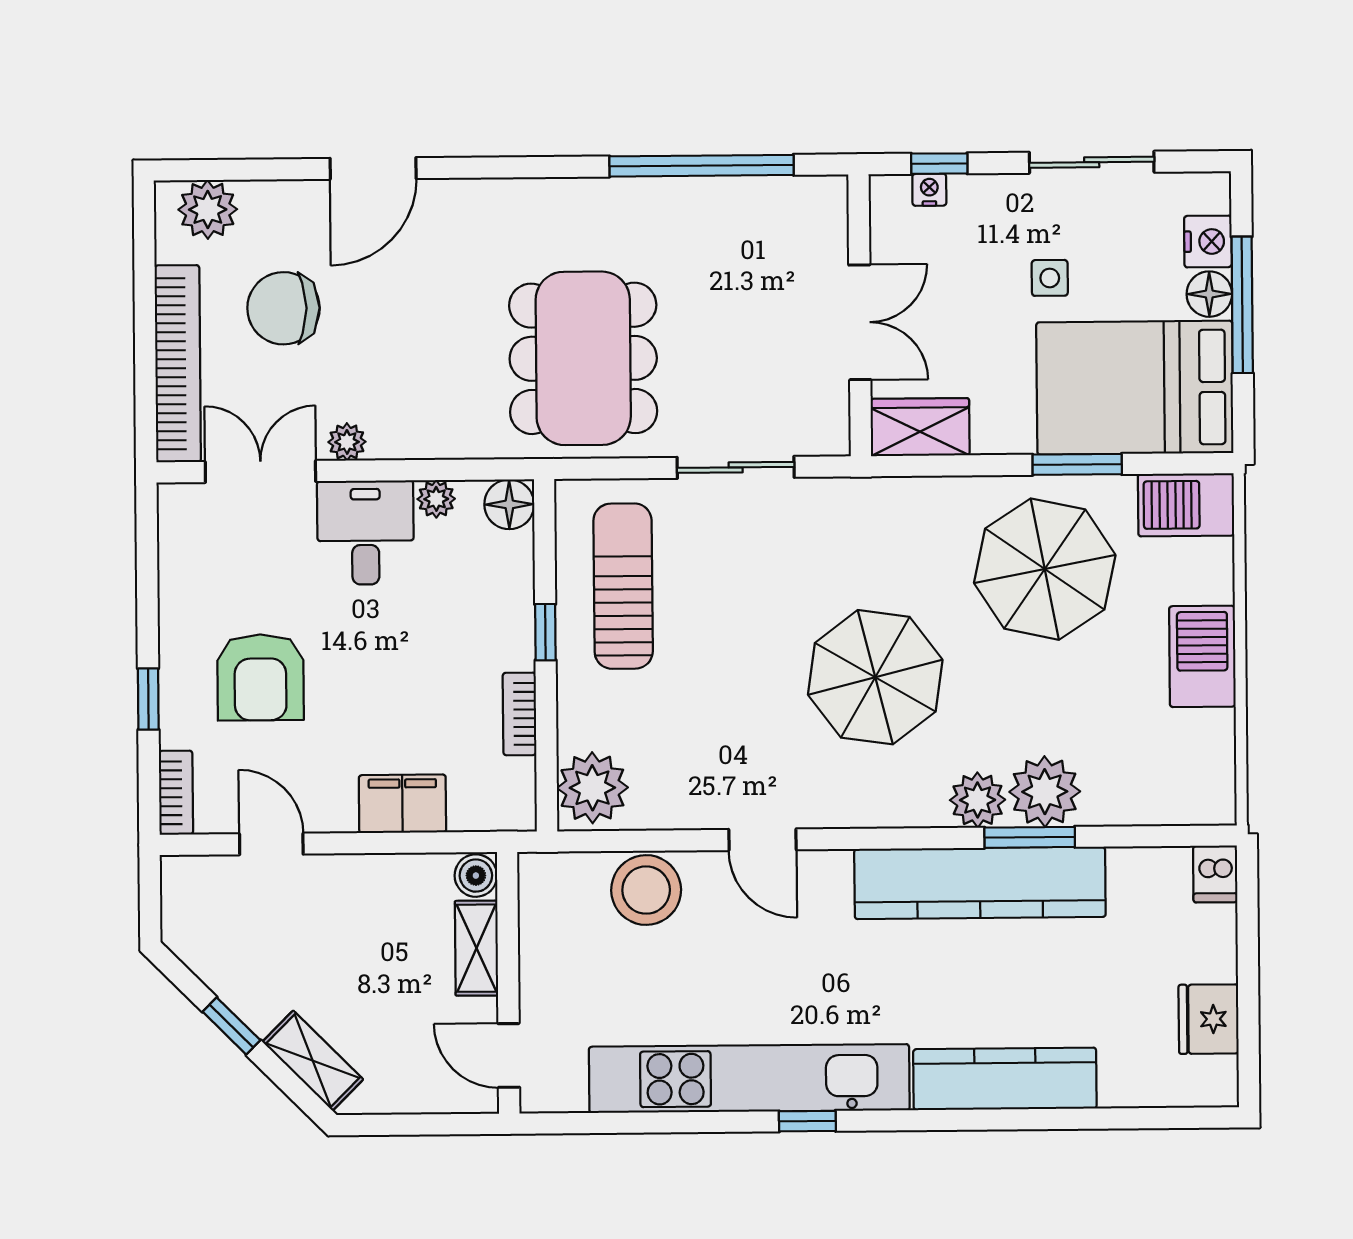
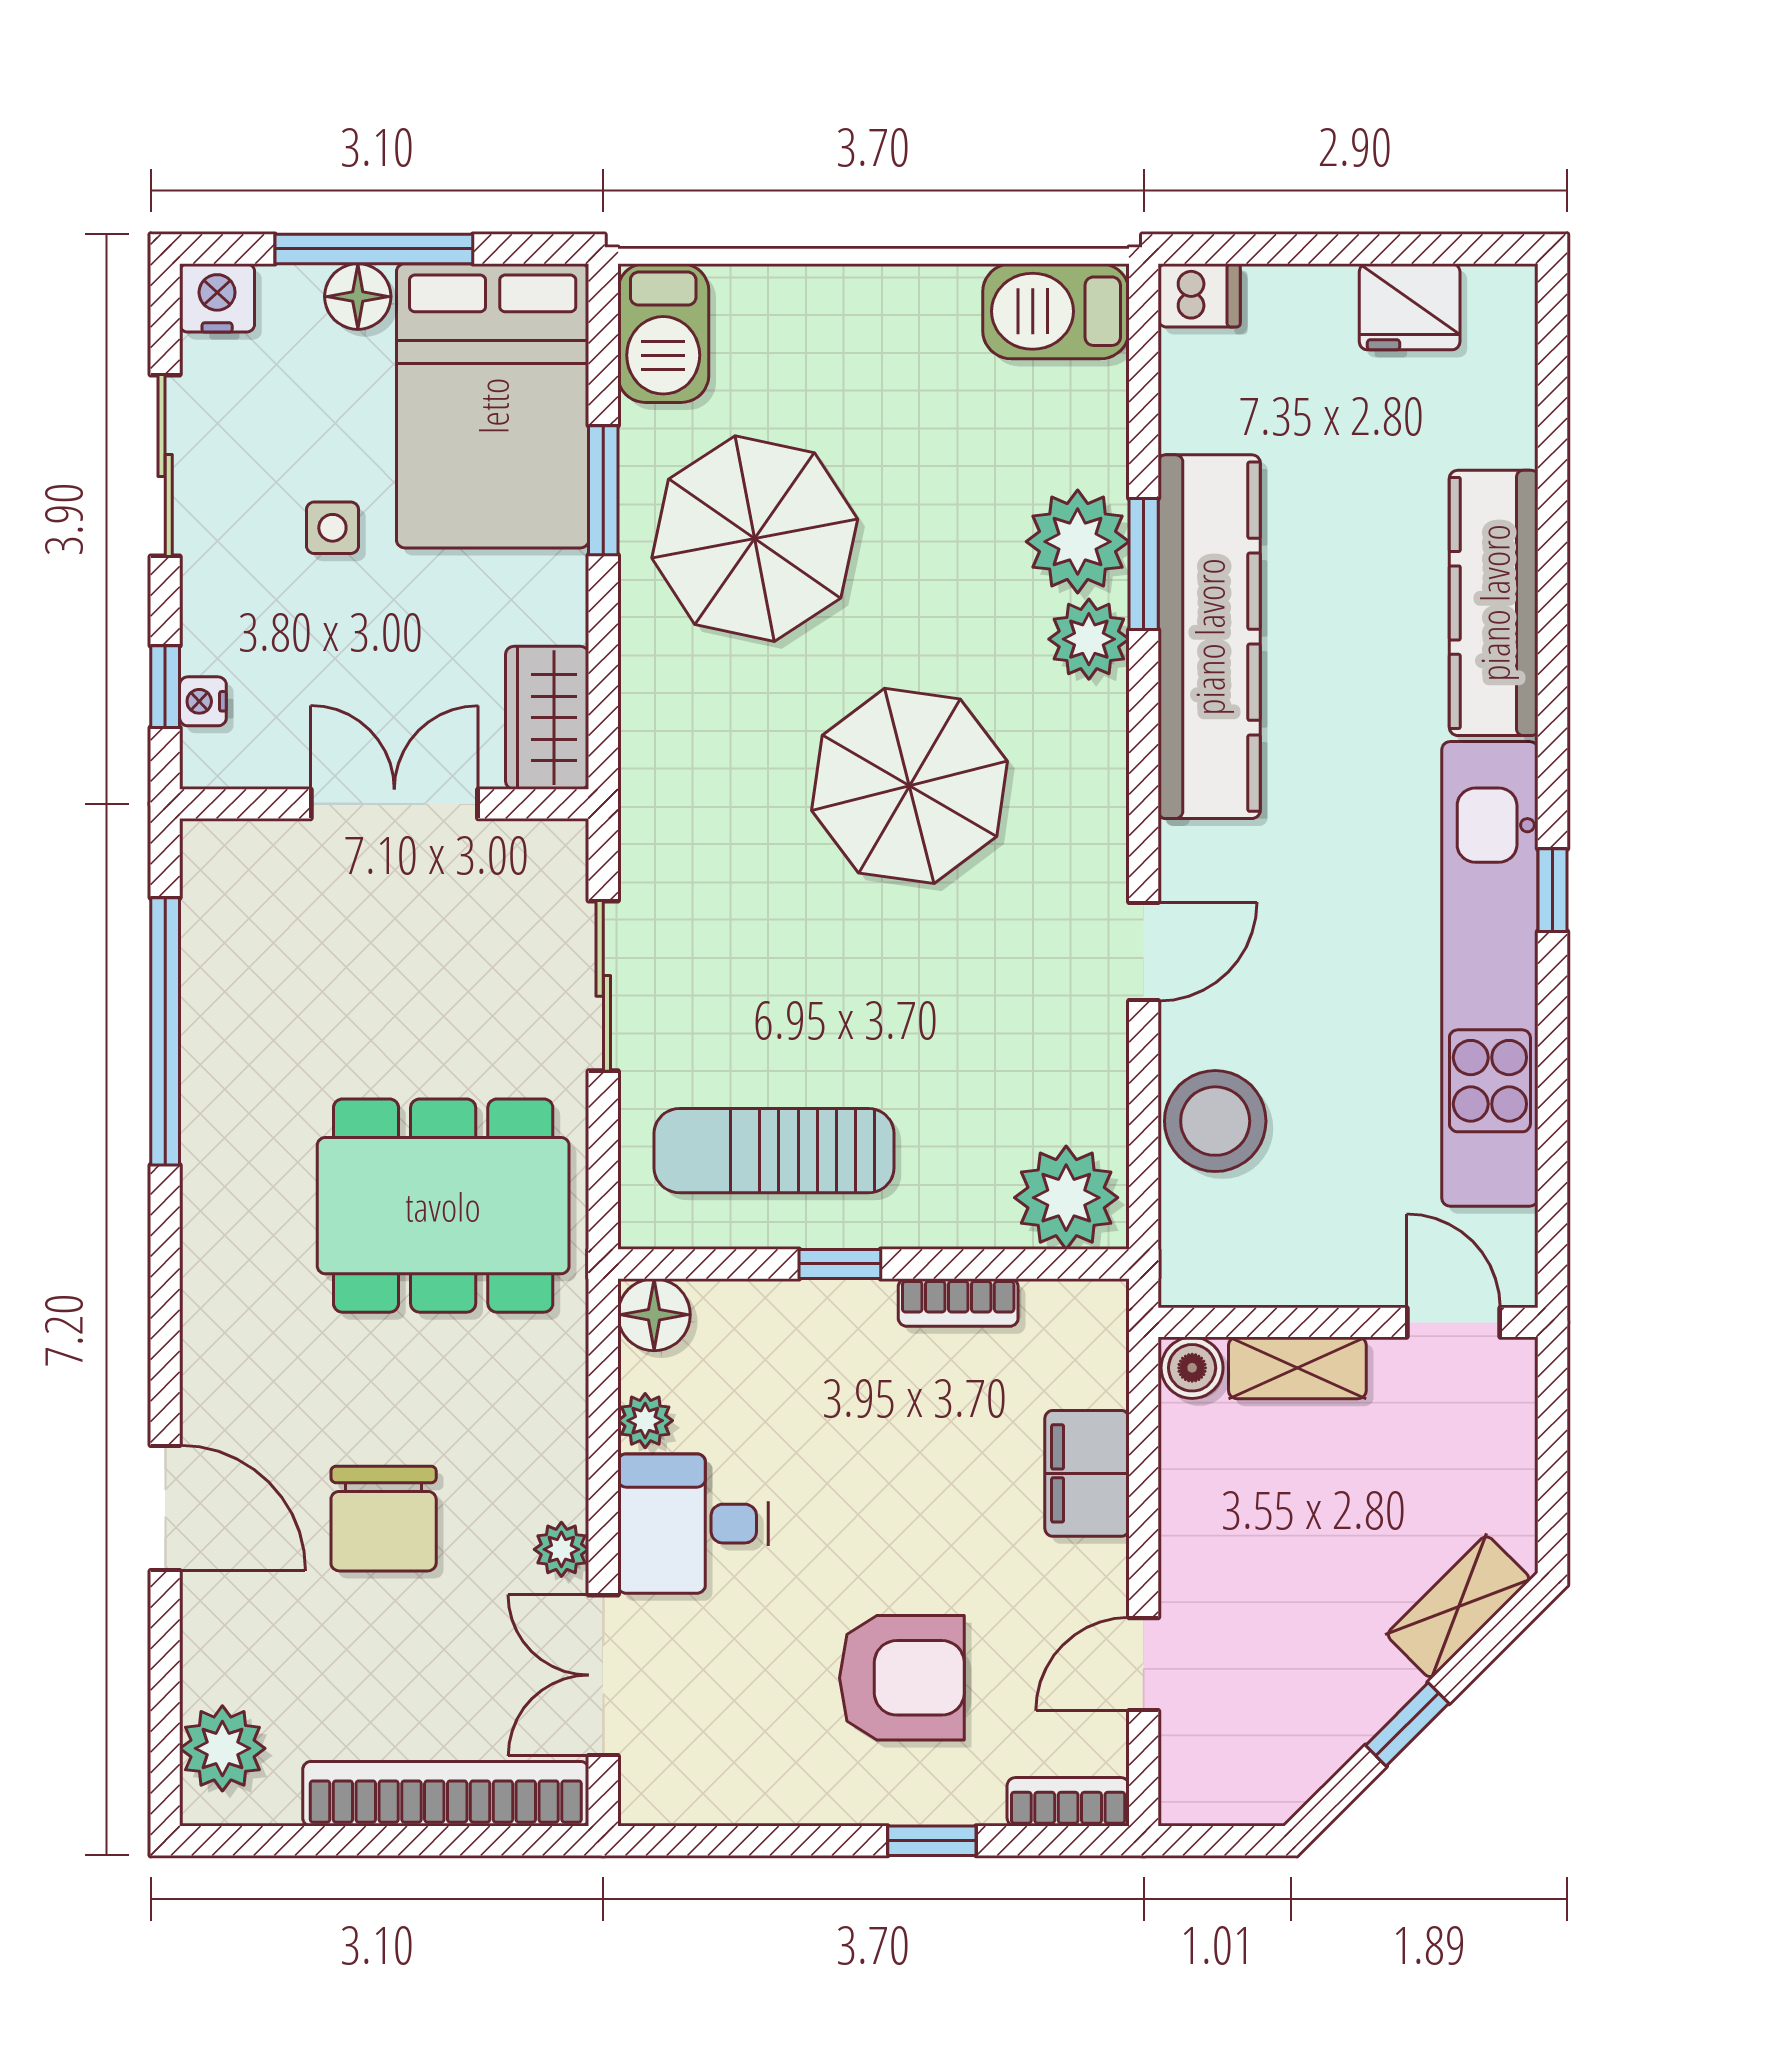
nightstand: (1208, 241) -> (217, 298), moved
chair: (283, 308) -> (384, 1519), moved
barbecue: (1202, 656) -> (1056, 311), moved
door: (509, 1055) -> (1453, 1322), swing flipped

